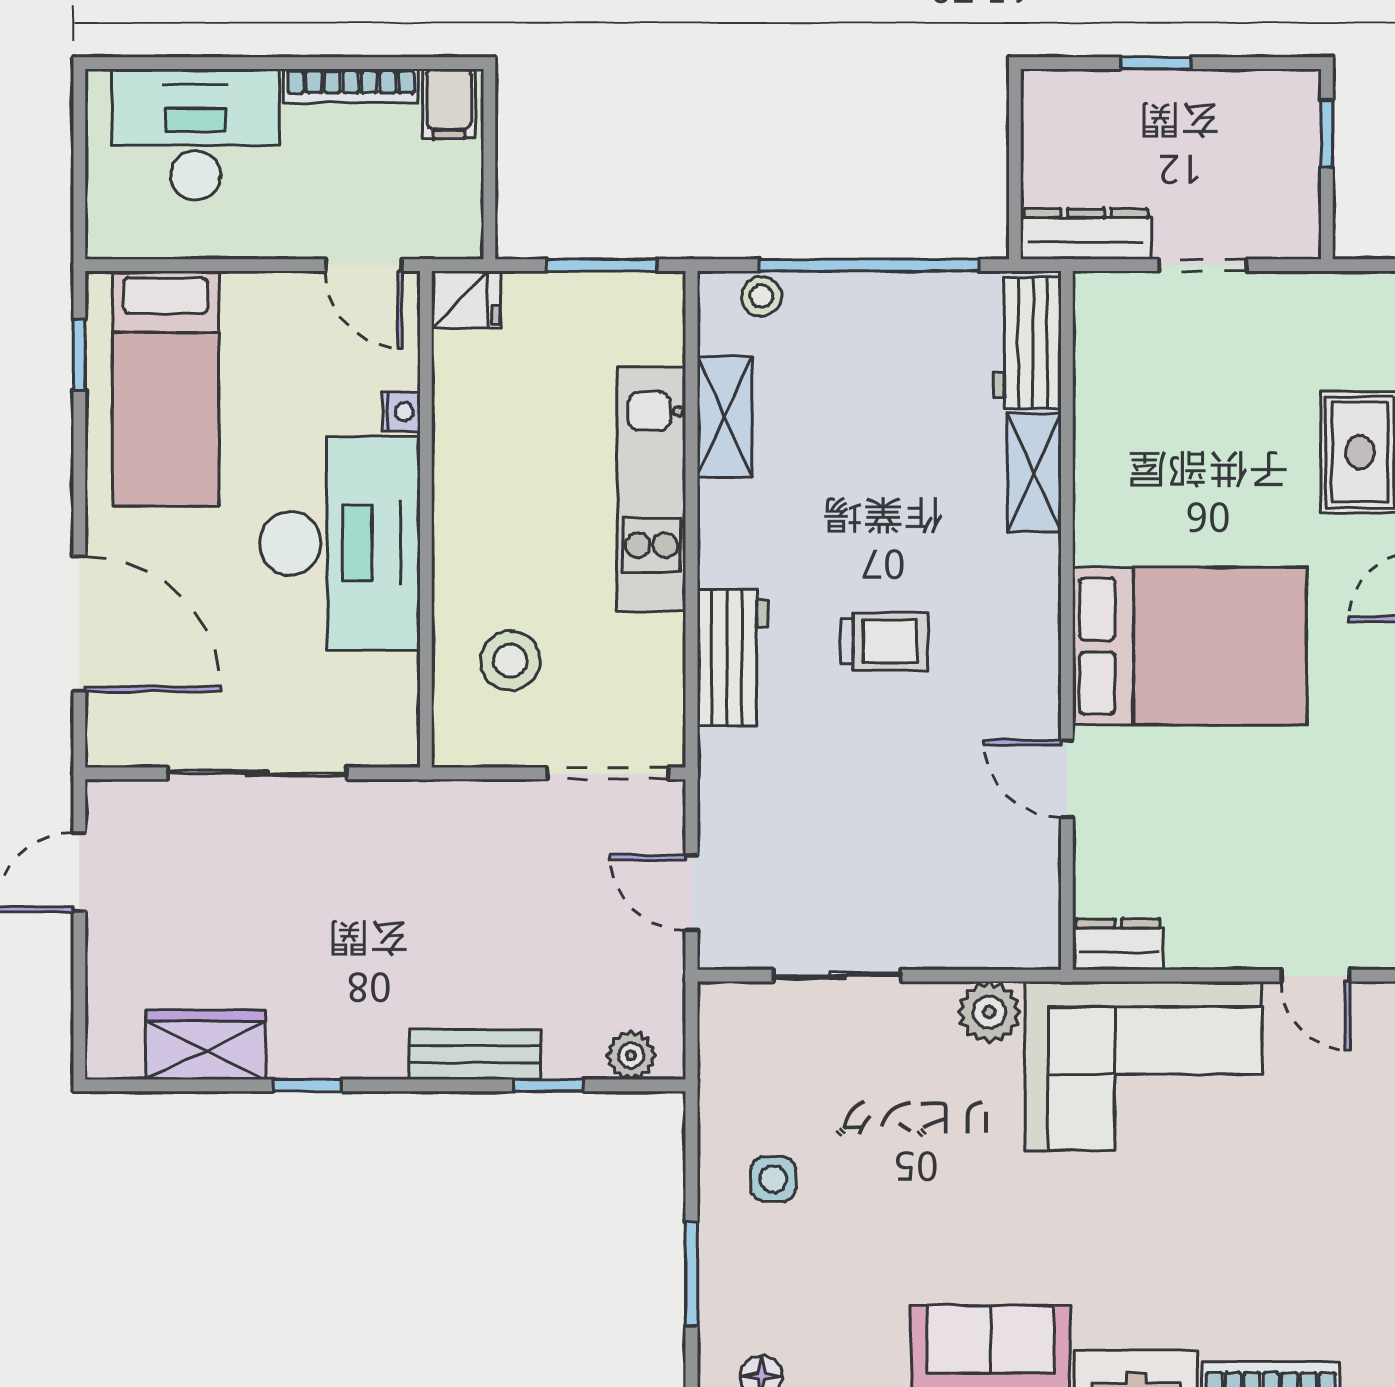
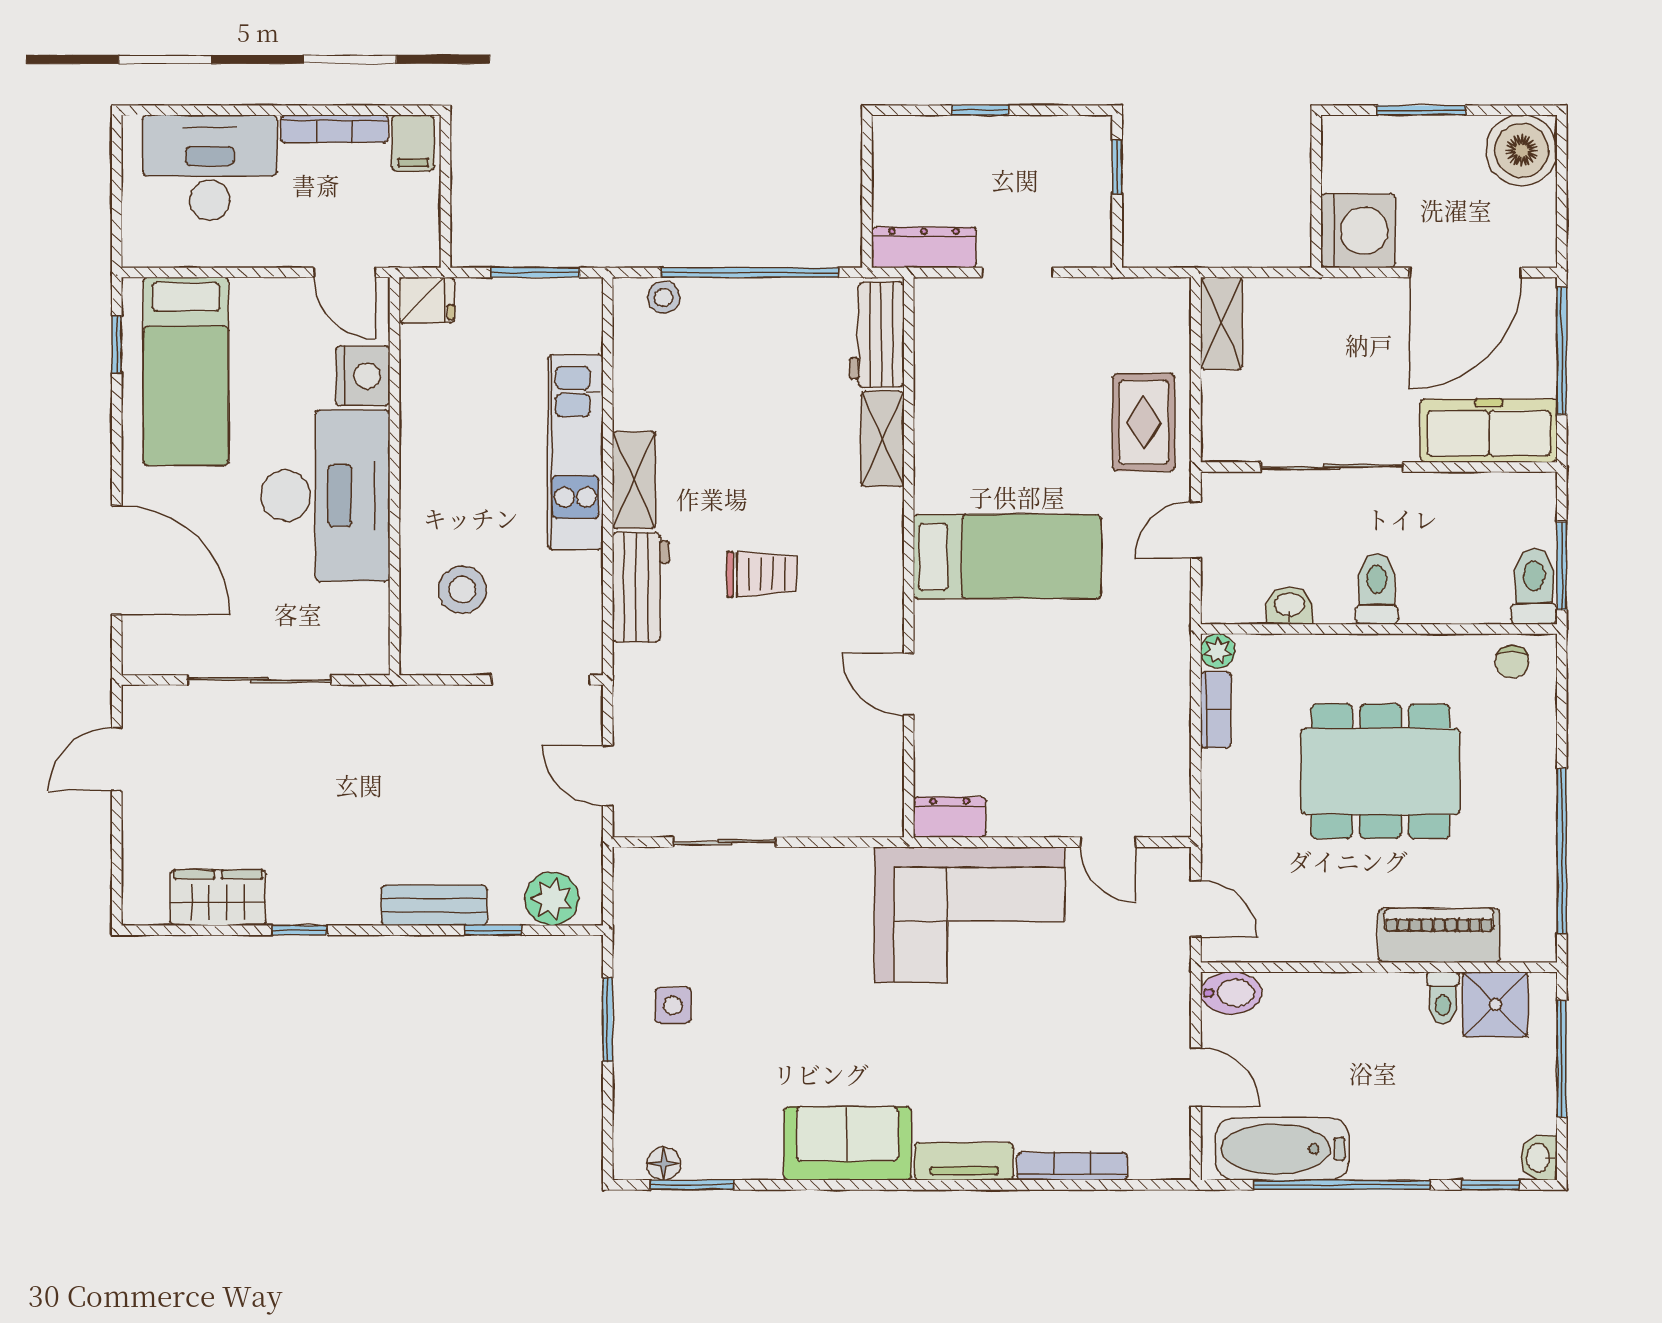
nightstand: (401, 412) -> (363, 376), width x1.89, depth x1.79
shelving: (725, 417) -> (634, 480), moved
bed: (1190, 646) -> (1007, 557), width x0.67
plant: (989, 1012) -> (846, 871), removed
plant: (631, 1055) -> (552, 899), width x1.38, depth x1.38
window: (692, 1274) -> (608, 1020), moved

